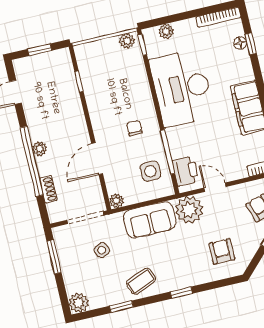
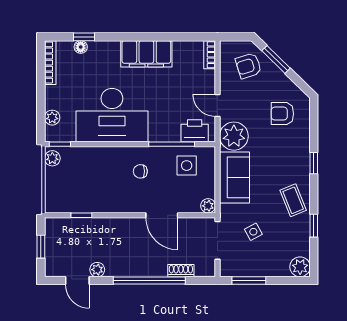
plant: (40, 149) -> (97, 270), moved
door: (215, 187) -> (217, 105), hinge flipped

